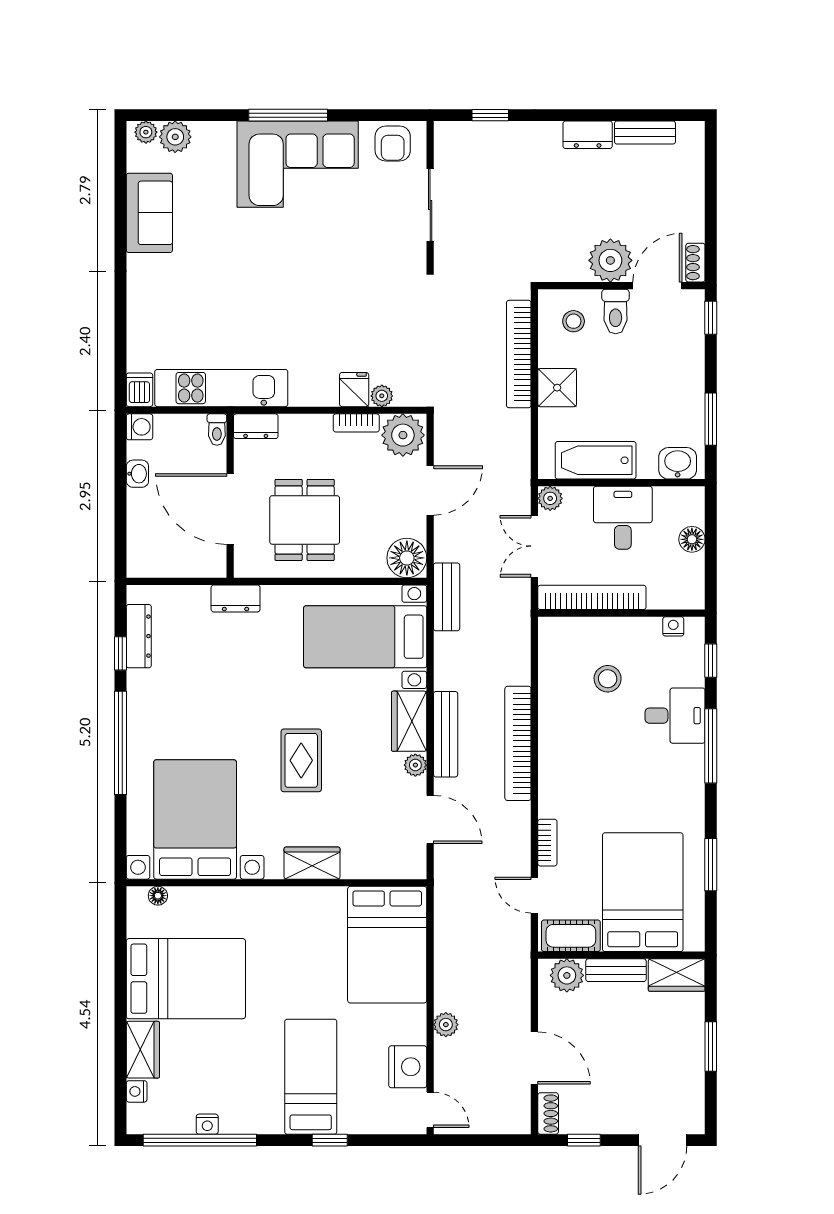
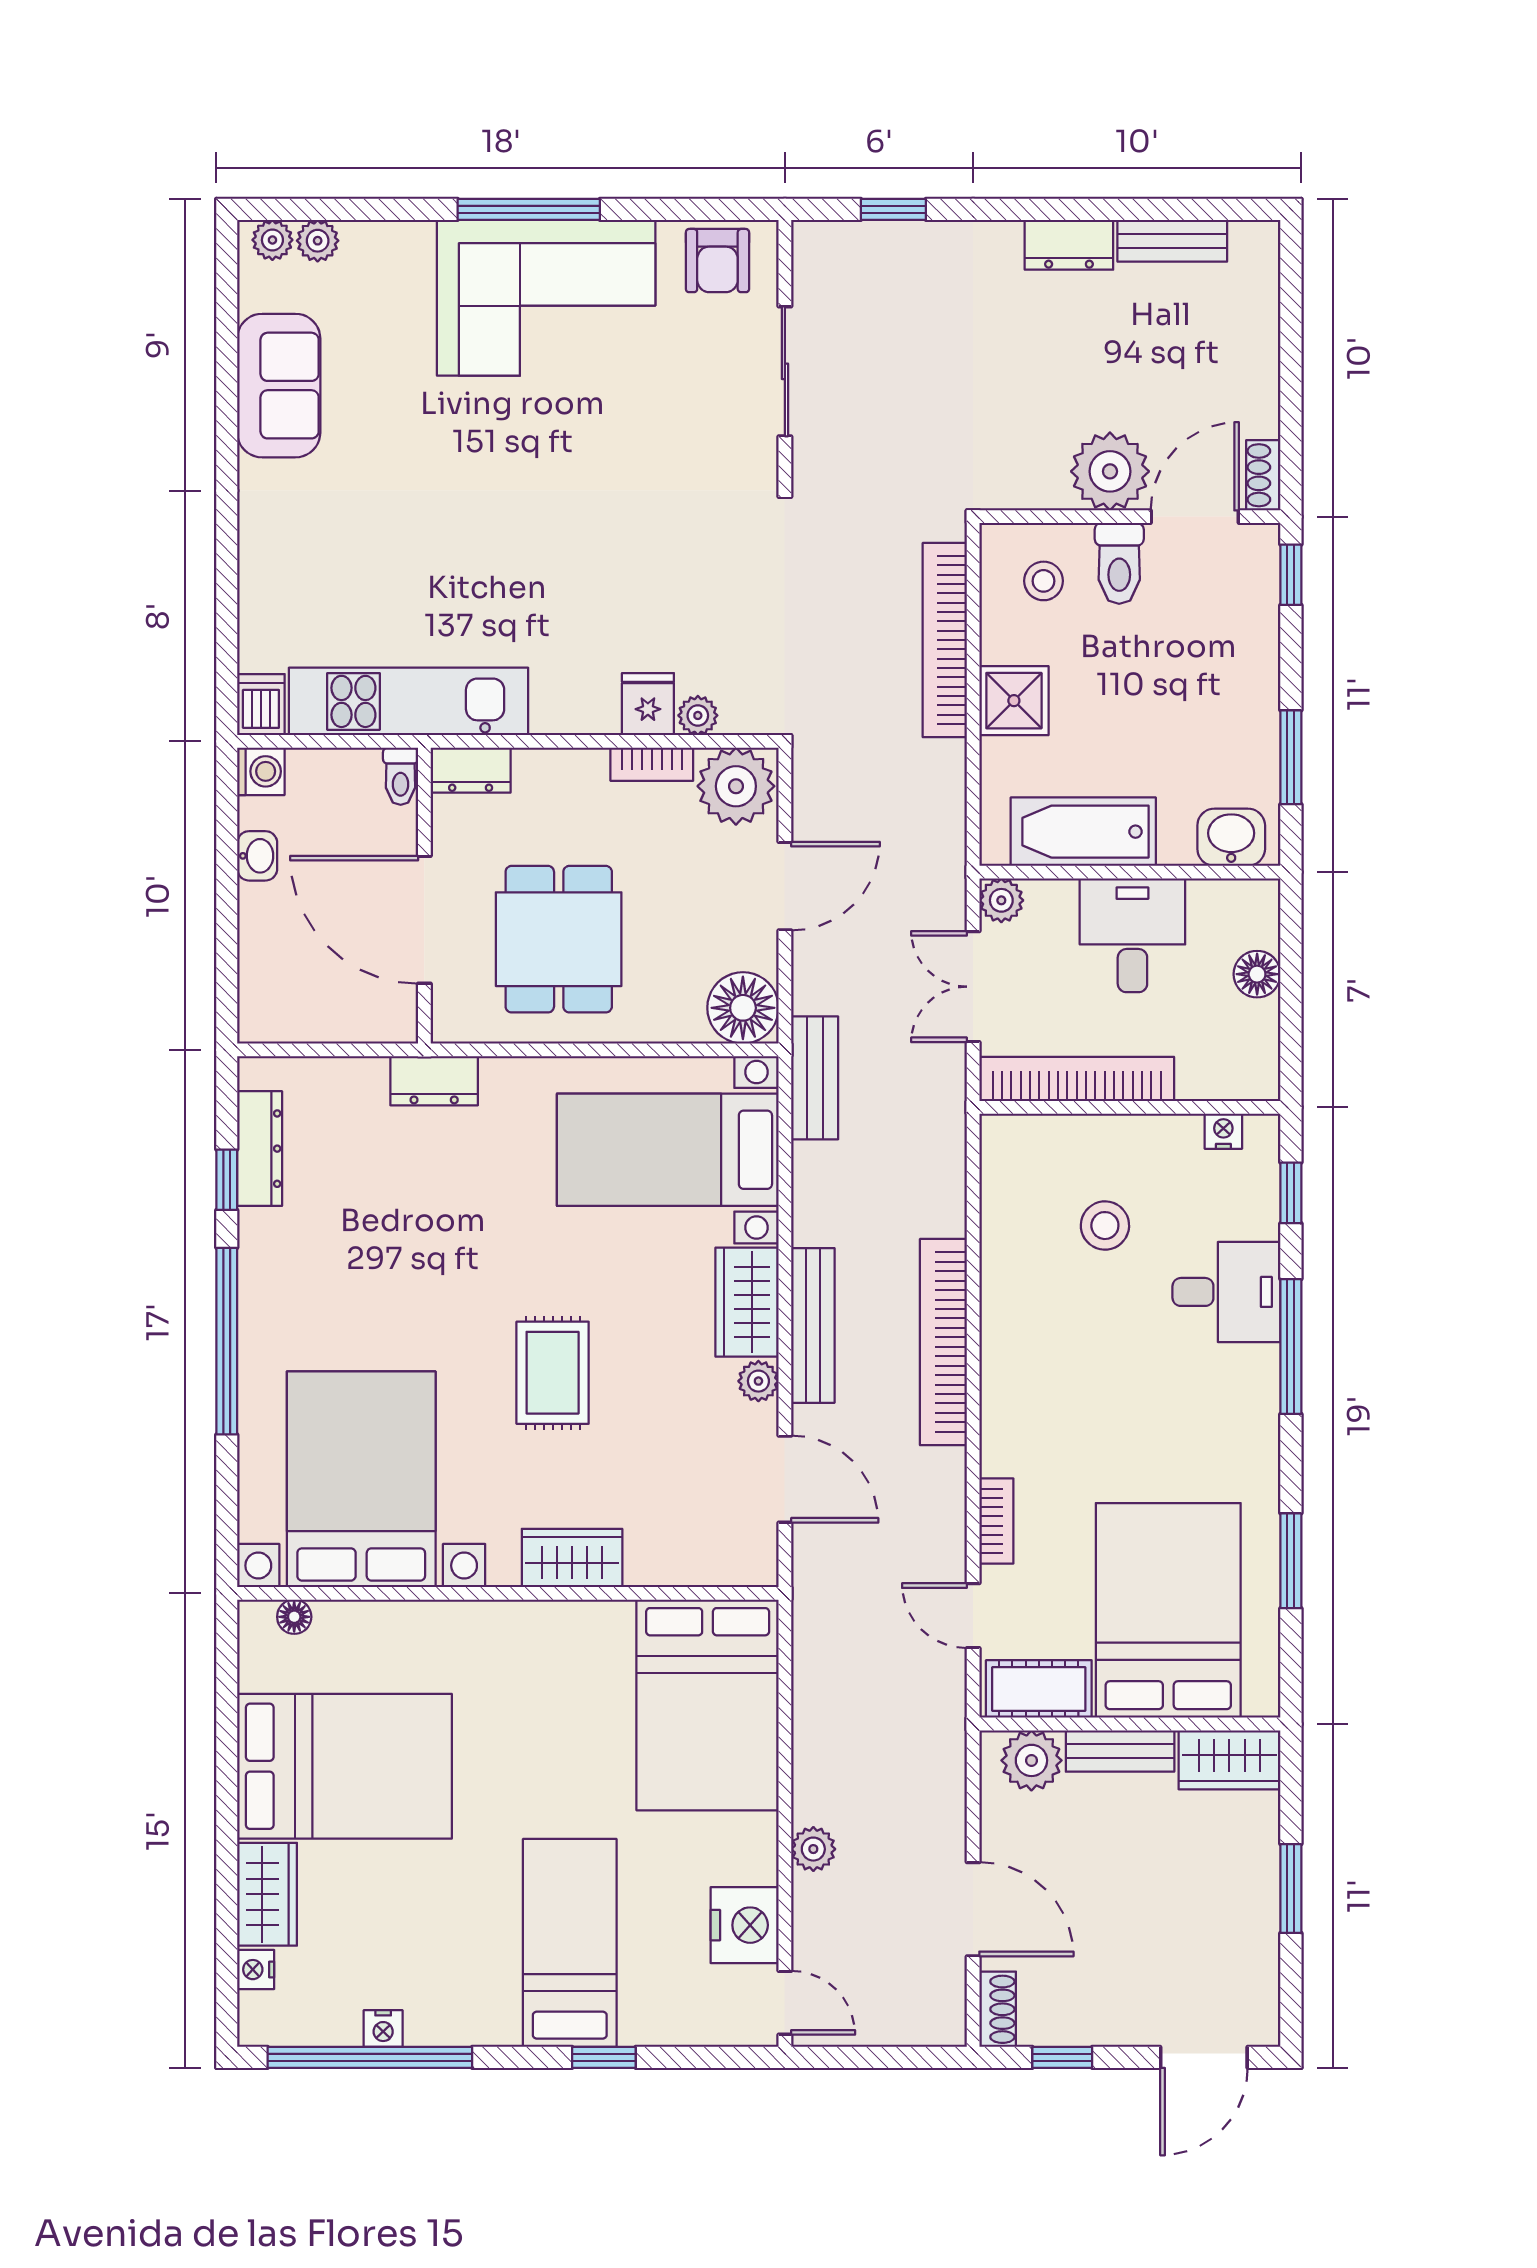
plant: (175, 137) -> (318, 241), width x0.73, depth x0.73

